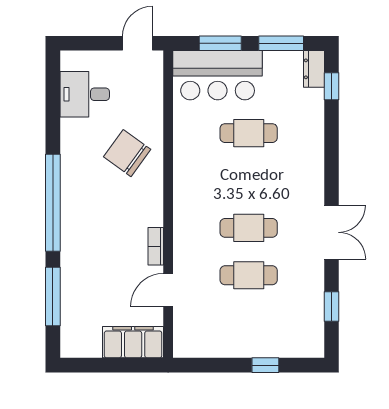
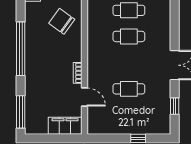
cafe table: (249, 228) -> (129, 36), moved
door: (168, 290) -> (84, 97), swing flipped
window: (53, 296) -> (21, 112), moved

